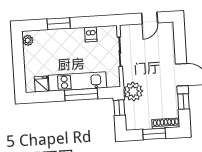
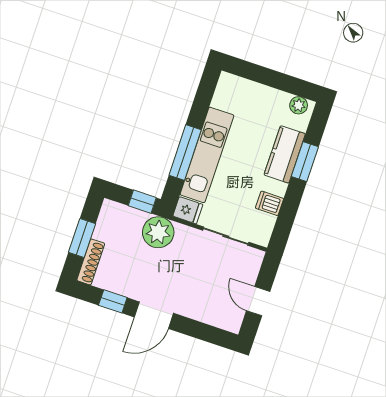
kitchen counter: (59, 37) -> (285, 154), added
fridge: (41, 84) -> (188, 210), moved

